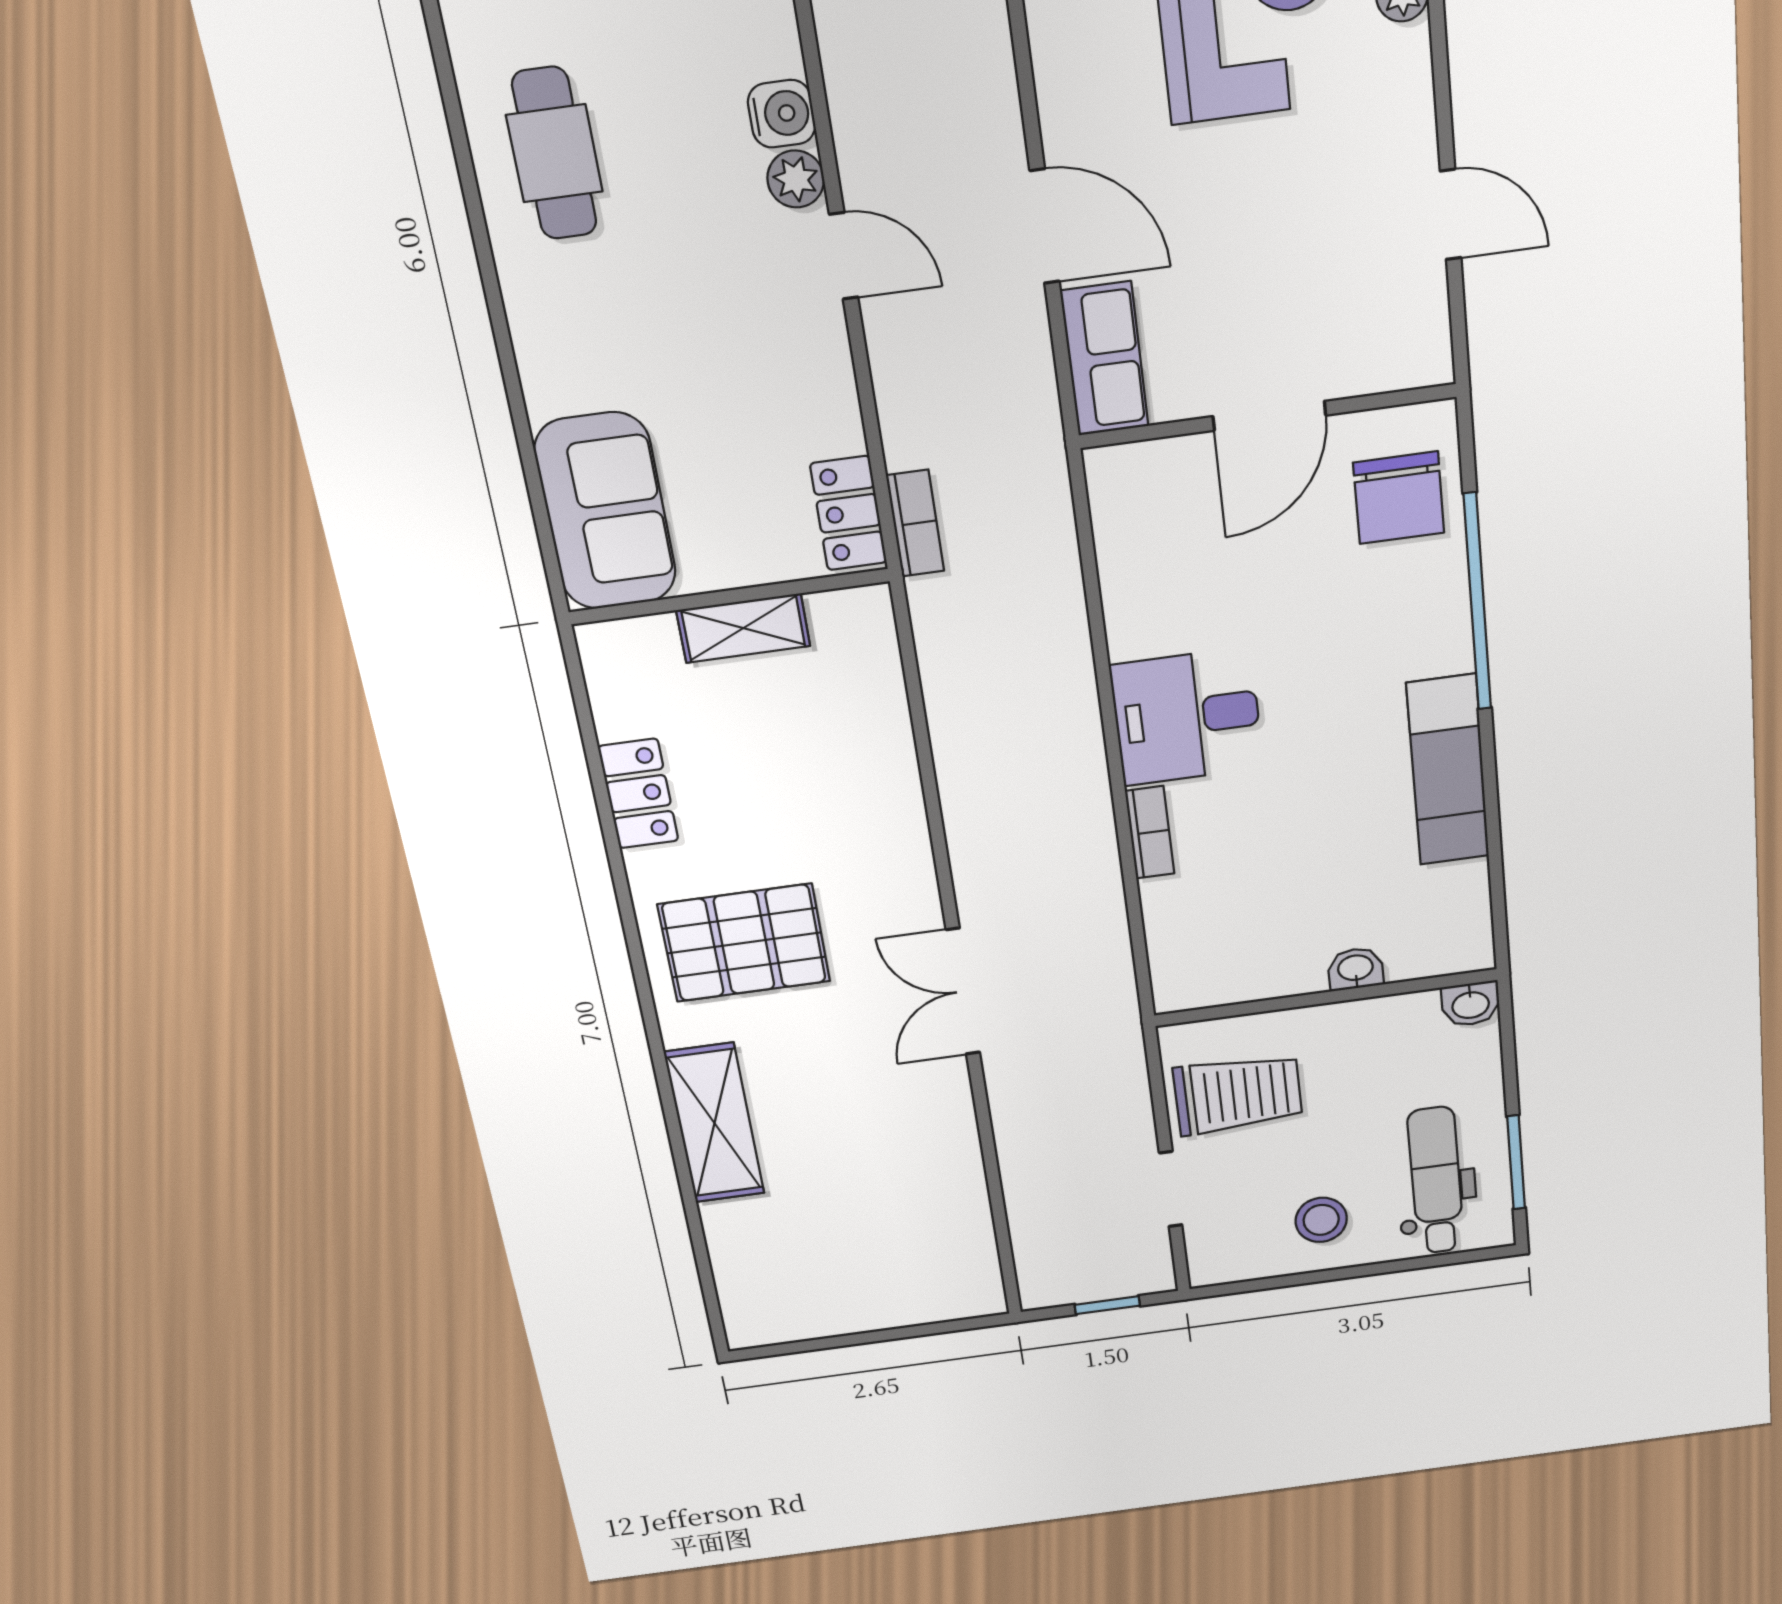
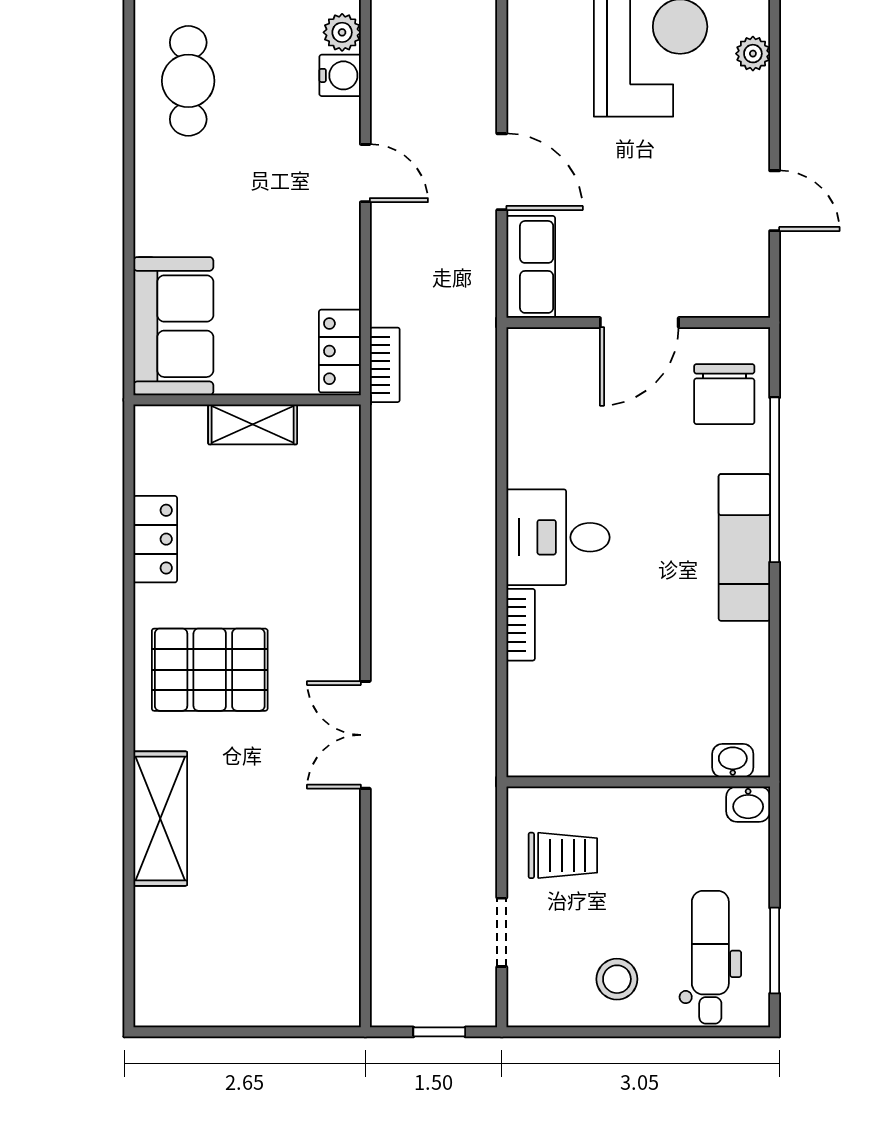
plant: (796, 179) -> (342, 32), moved
exam couch: (1448, 770) -> (744, 547), moved
washbasin: (1356, 969) -> (733, 761), moved
trolley: (1238, 1094) -> (563, 855), width x0.73, depth x0.72

